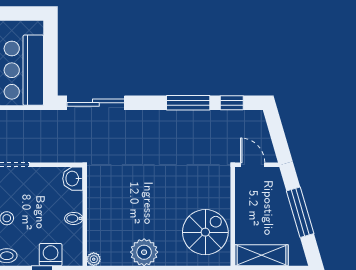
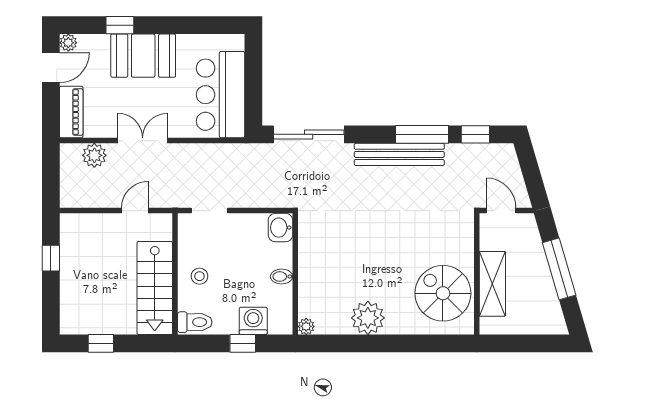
bench: (170, 119) -> (399, 154), added
spiral stairs: (205, 232) -> (443, 293), turned -90
shelving: (262, 255) -> (492, 284), moved, turned 90

